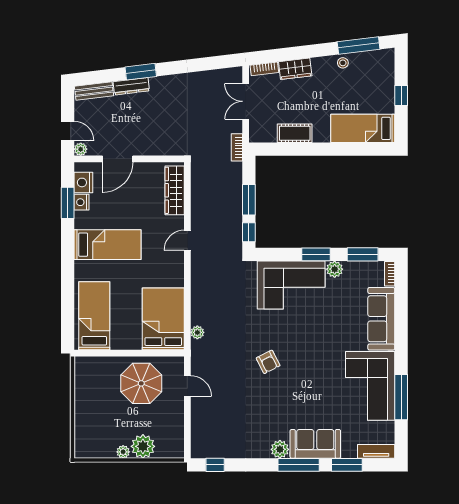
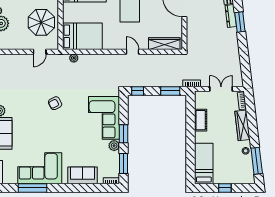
wardrobe: (295, 69) -> (242, 125), width x1.50
window: (249, 200) -> (170, 91), moved
sofa: (381, 319) -> (82, 175), width x0.73

